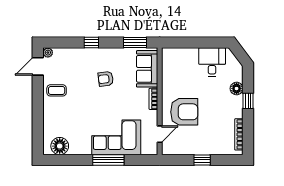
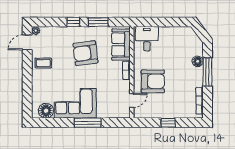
window: (135, 43) -> (98, 22), moved
desk: (212, 62) -> (147, 39), moved
armchair: (106, 79) -> (85, 53), width x1.88, depth x1.88
window: (248, 101) -> (207, 72), width x2.17
corner sofa: (116, 137) -> (75, 103), moved

